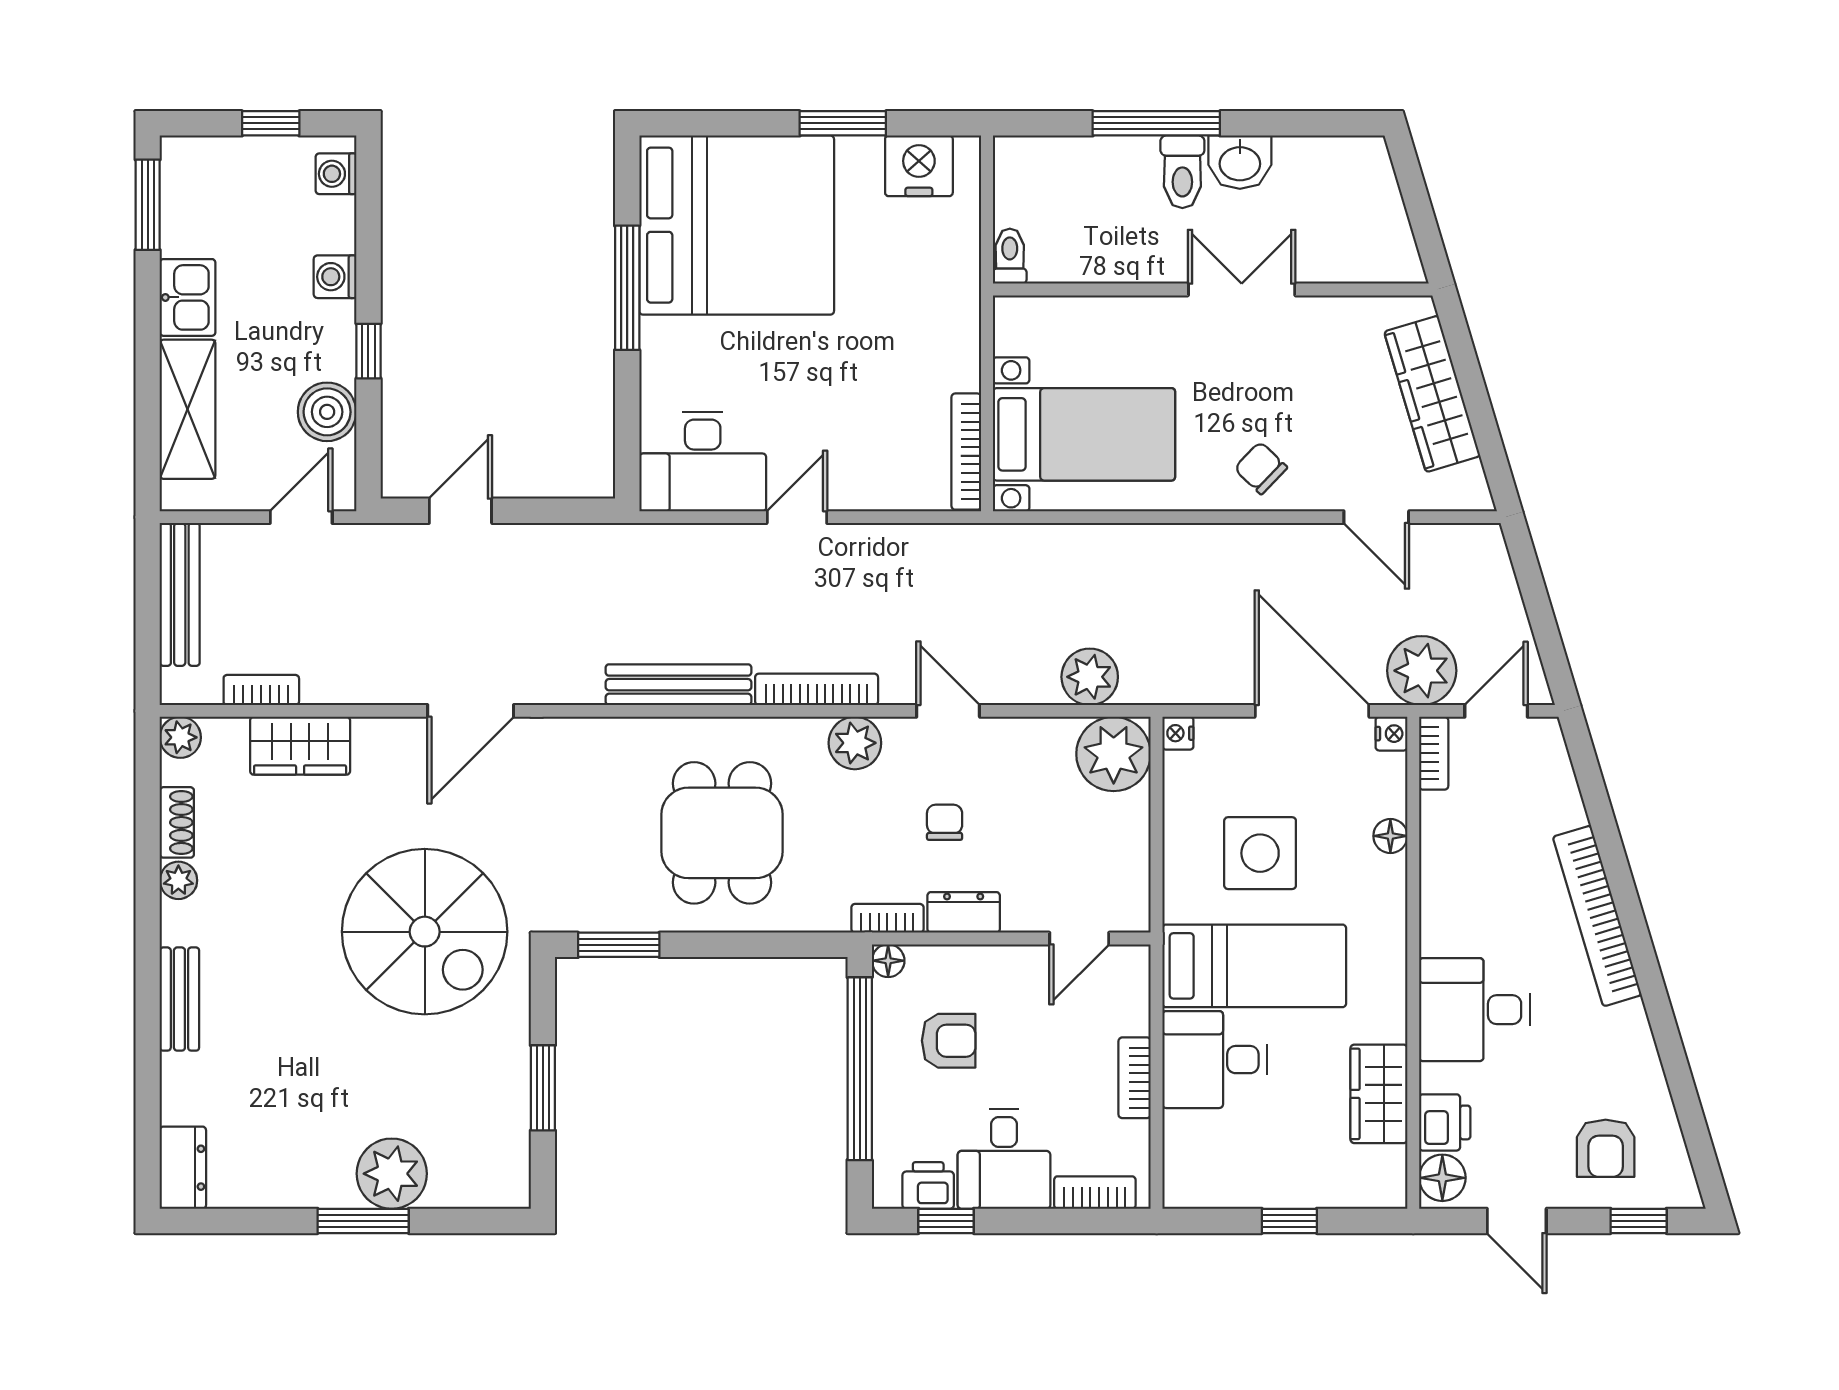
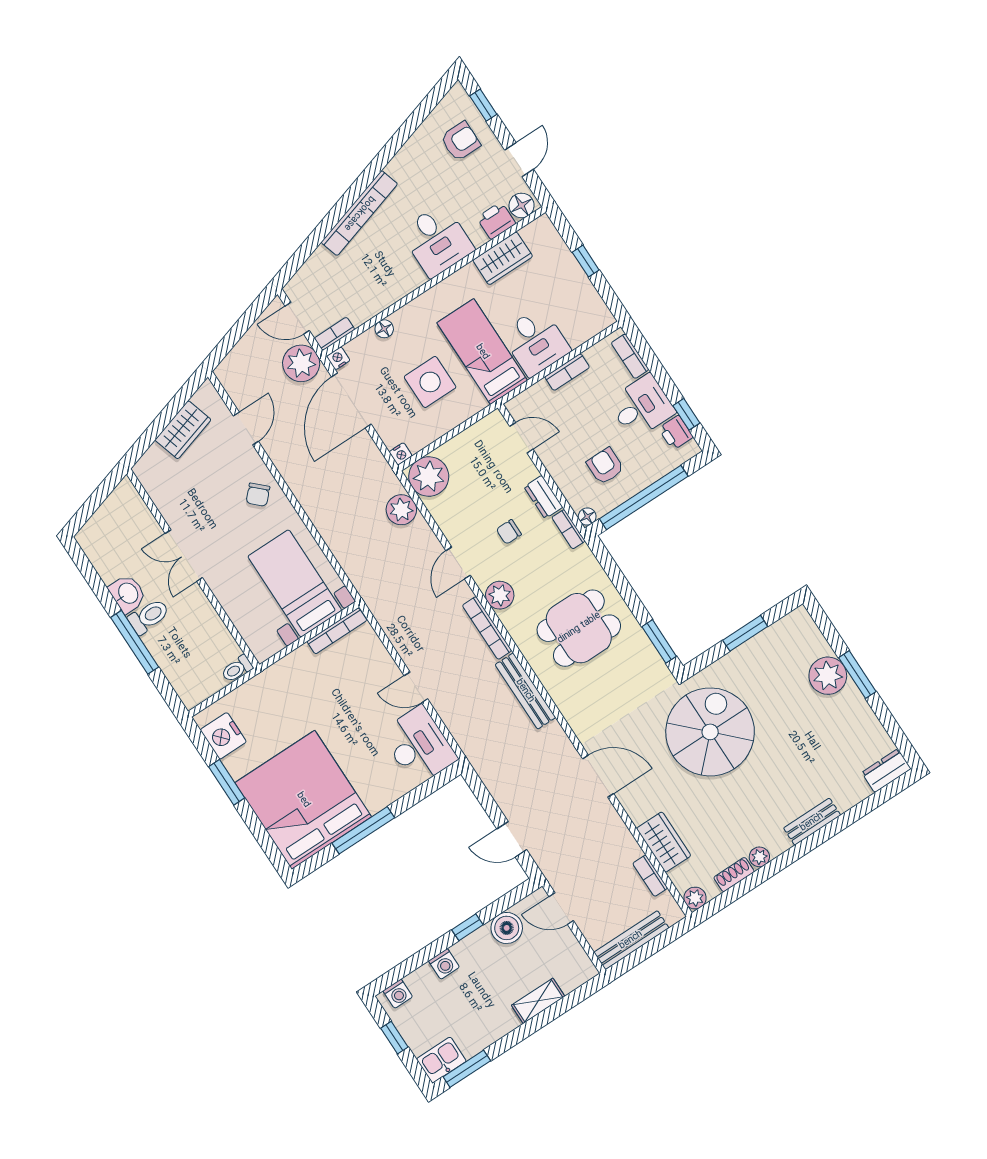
kitchen sink: (188, 297) -> (441, 1060), moved
wardrobe: (1432, 394) -> (183, 430), width x0.67
shelving: (188, 409) -> (538, 1001), width x0.67, depth x0.75

